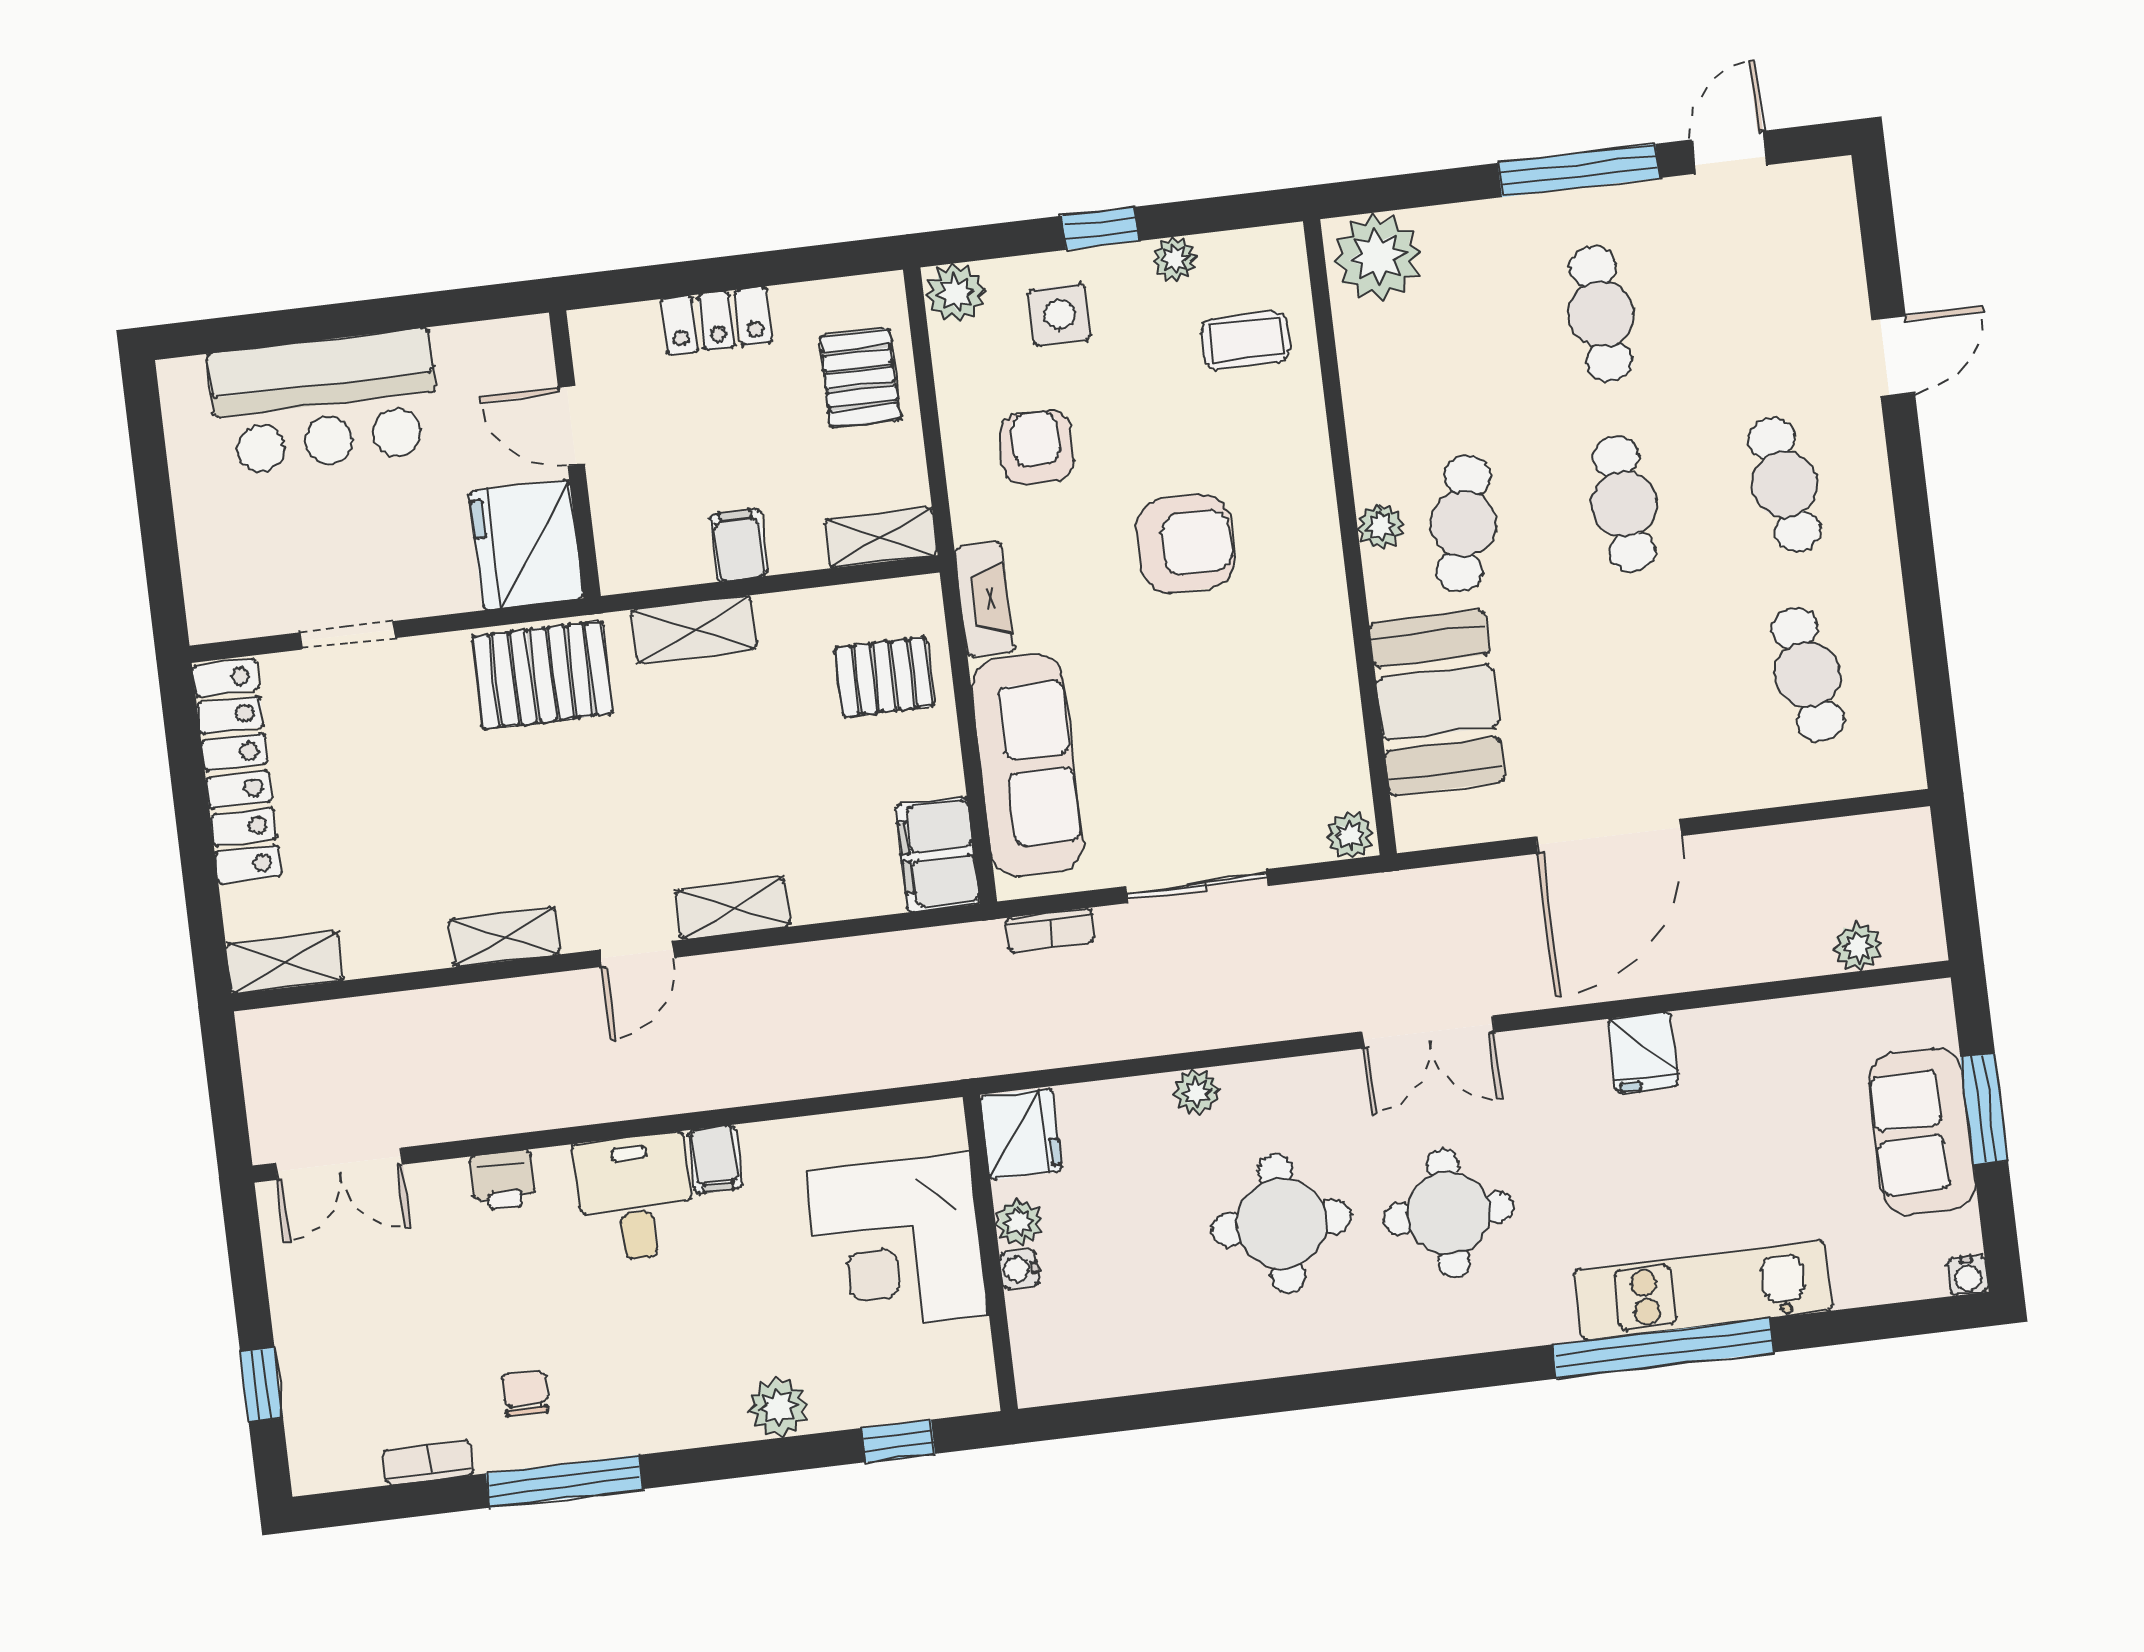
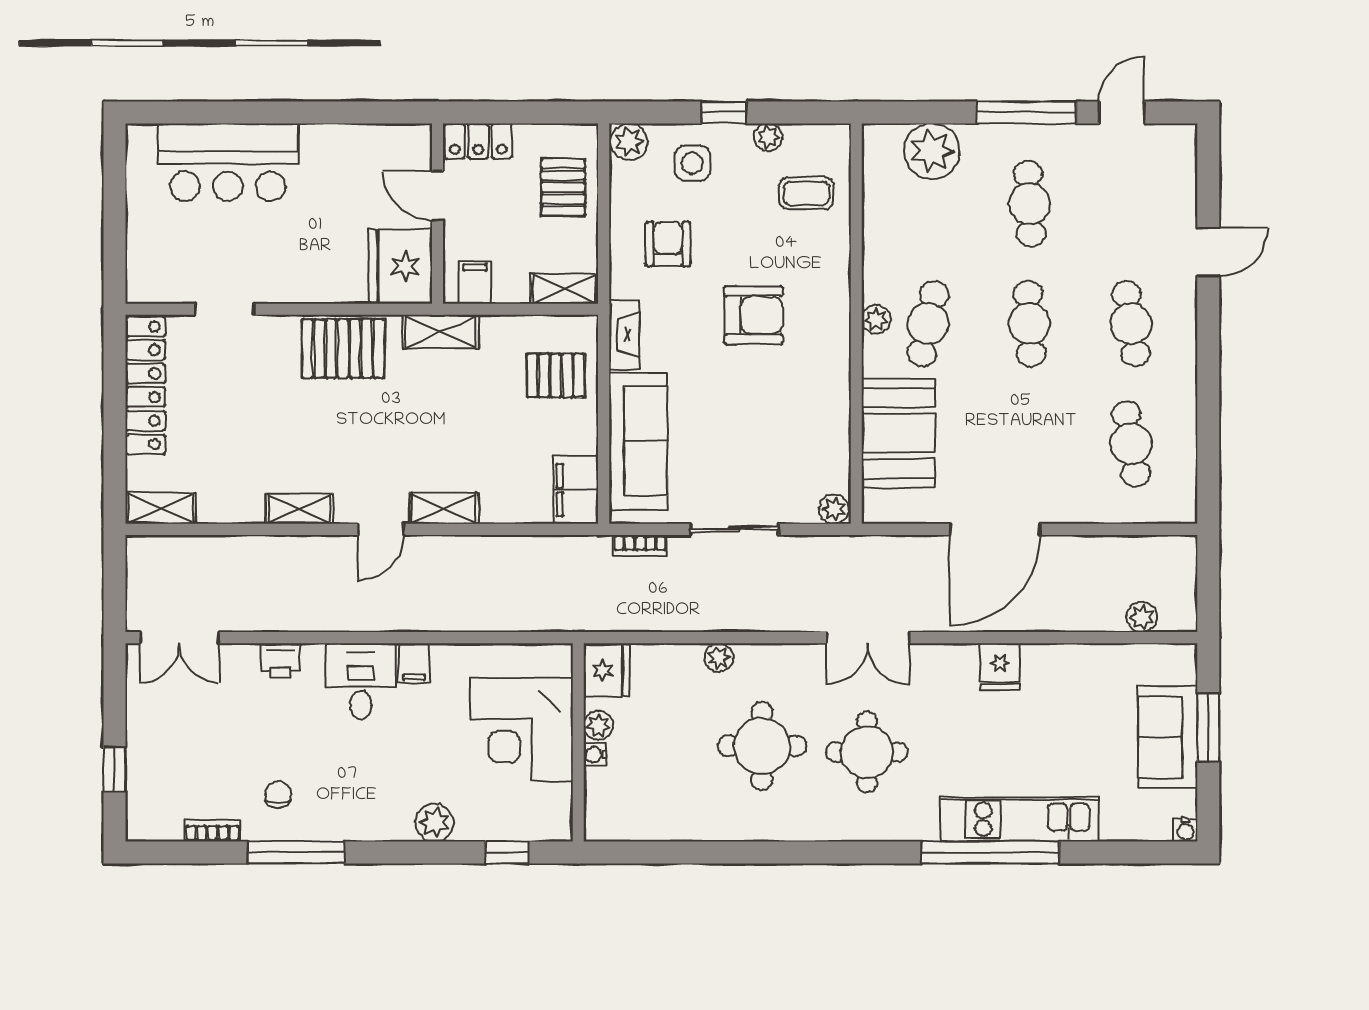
plant: (1377, 257) -> (932, 151), moved
door: (571, 426) -> (438, 196), moved
wall: (575, 454) -> (438, 214), moved
fridge: (526, 545) -> (400, 266), moved

